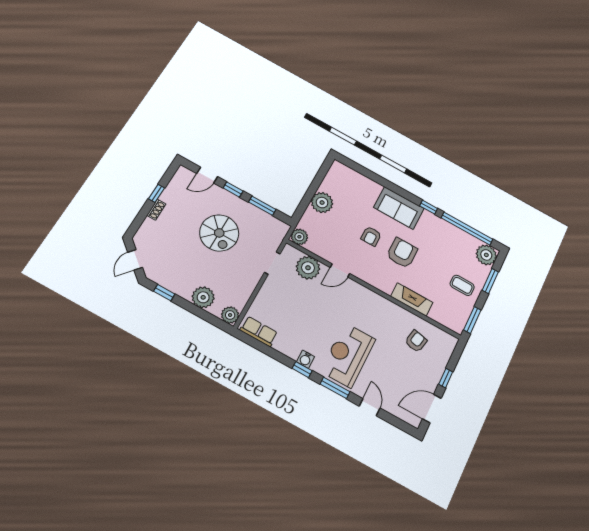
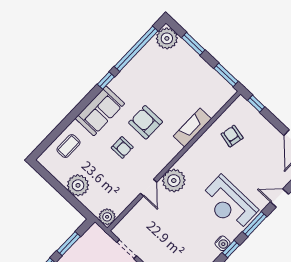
plant: (308, 268) -> (174, 181), moved
coffee table: (462, 285) -> (68, 146), moved
window: (446, 378) -> (256, 104), moved

